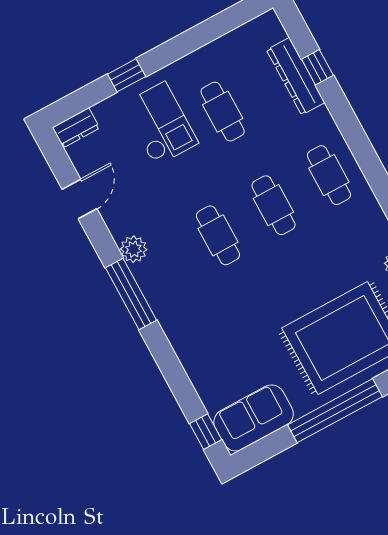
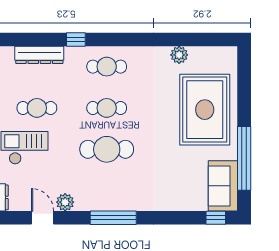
window: (317, 67) -> (76, 40), moved
cafe table: (218, 235) -> (107, 149), width x1.37, depth x1.35
plant: (134, 249) -> (65, 202), moved
window: (335, 411) -> (244, 158), moved

